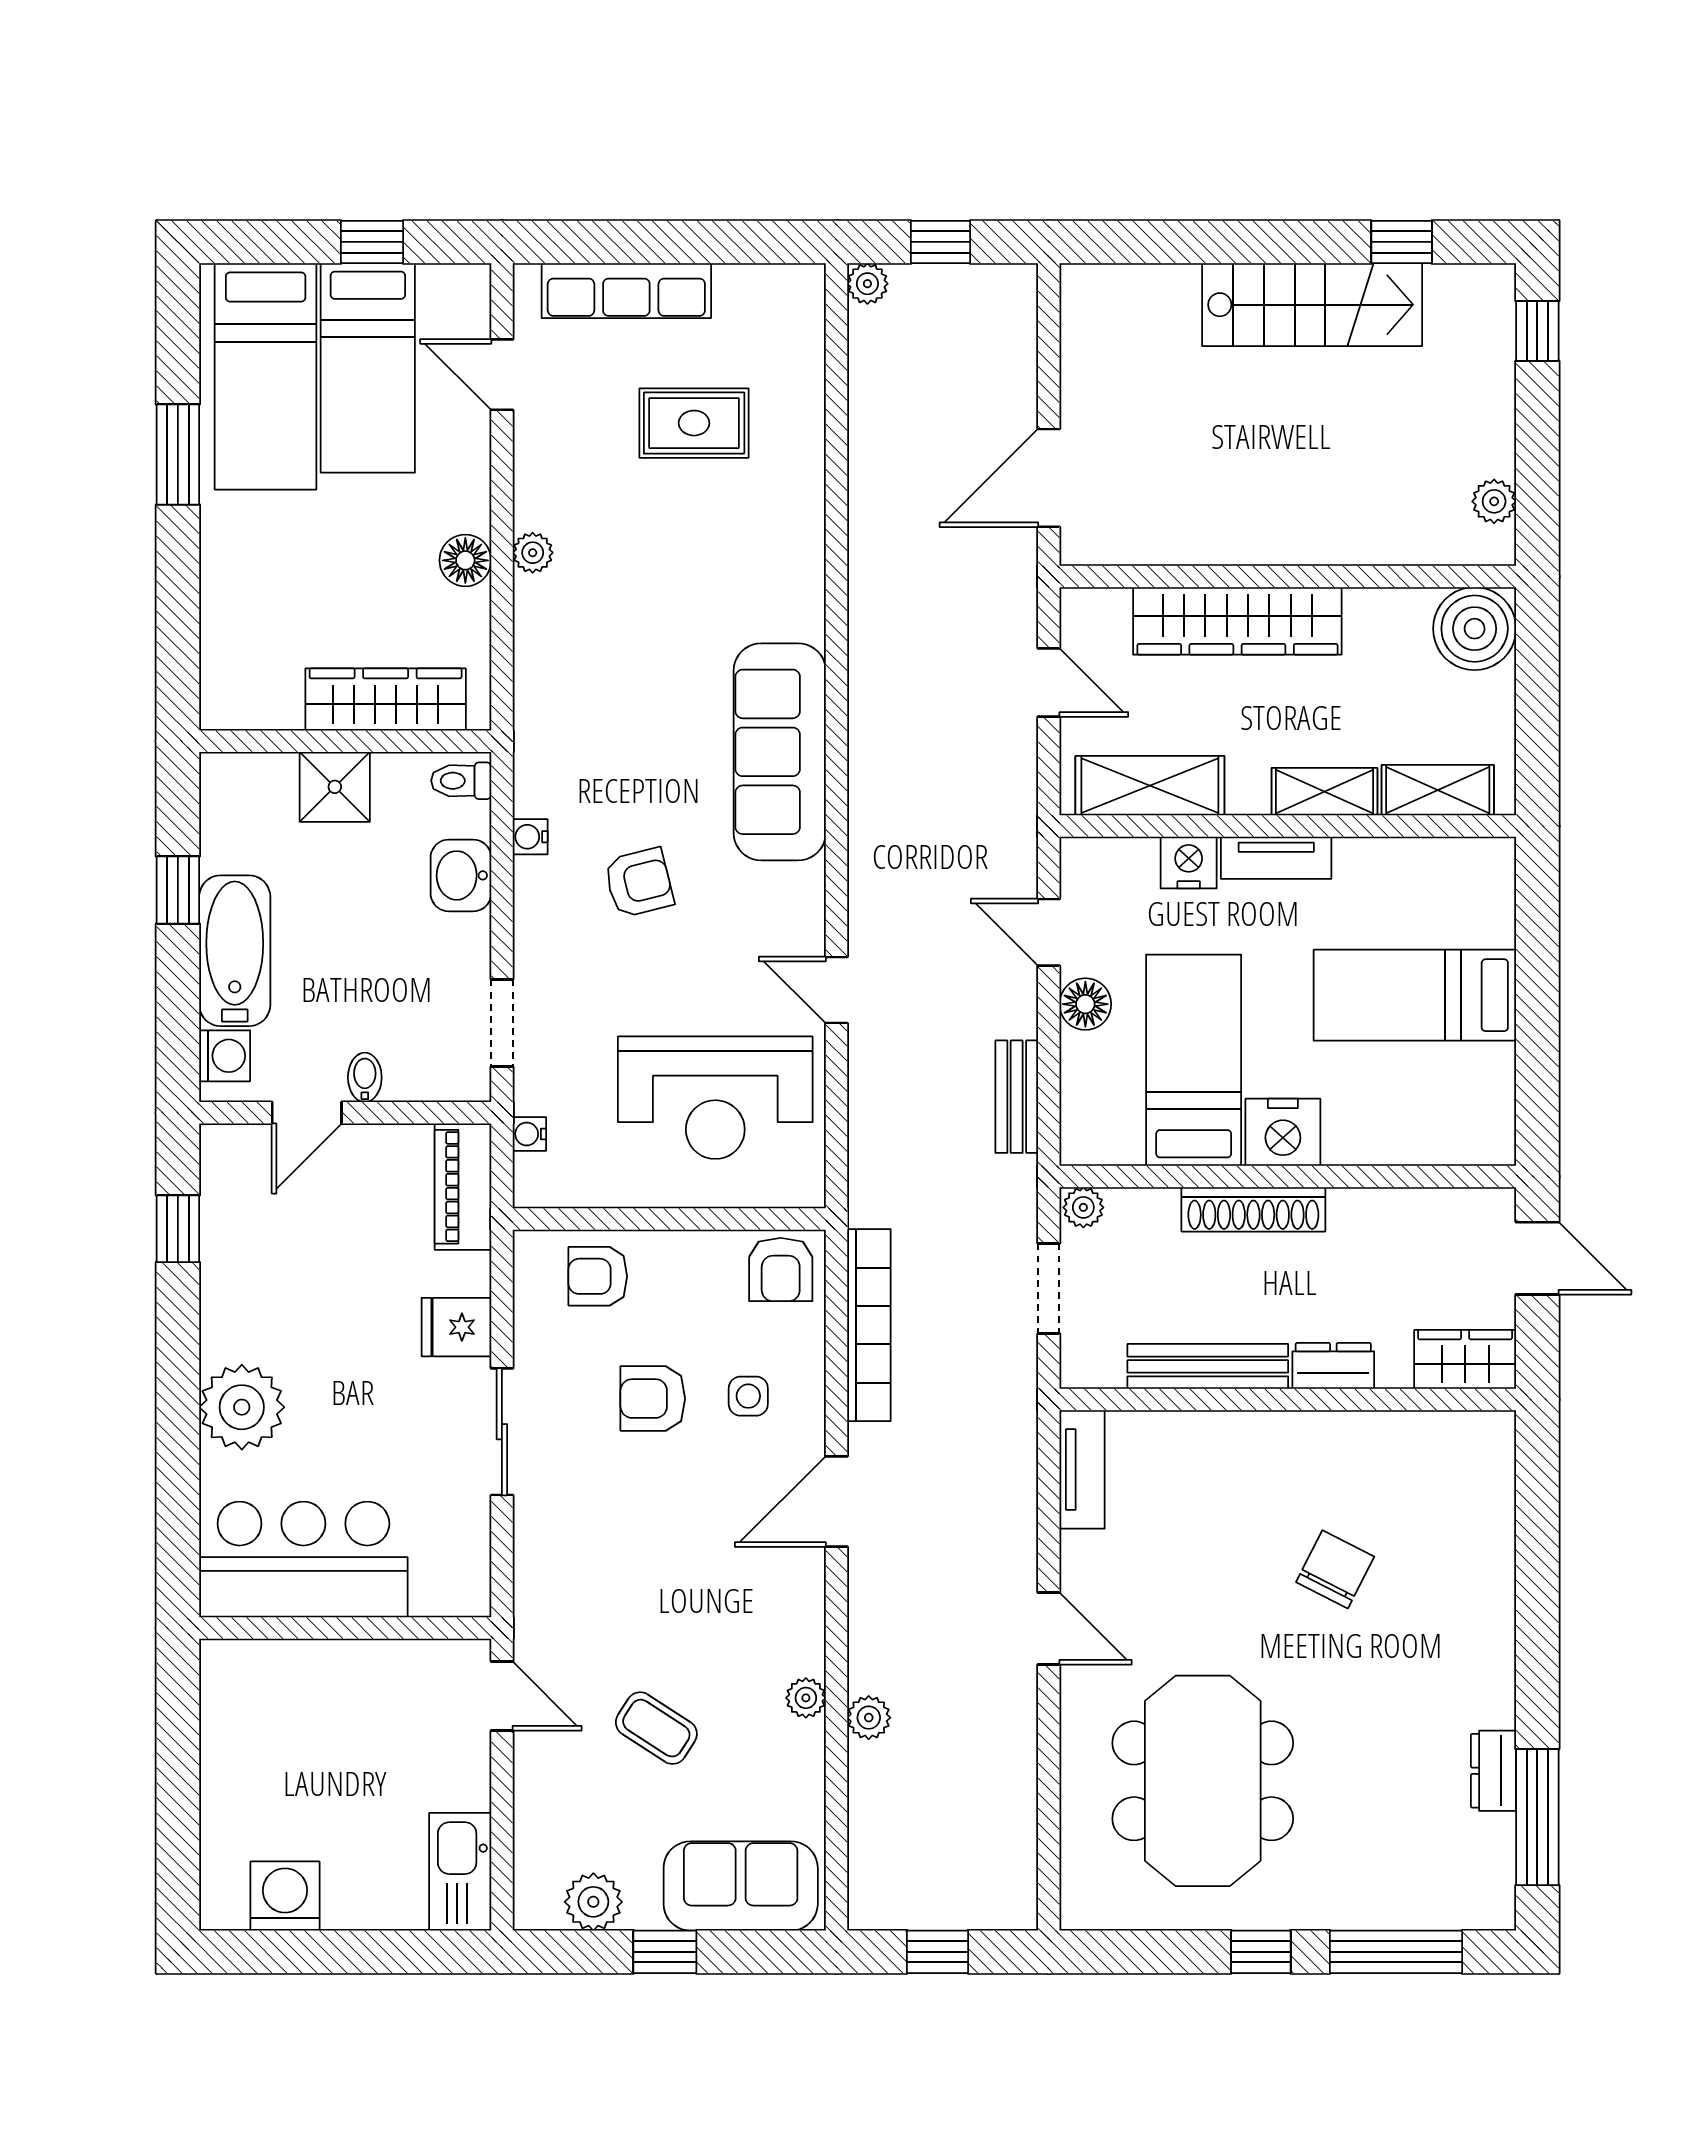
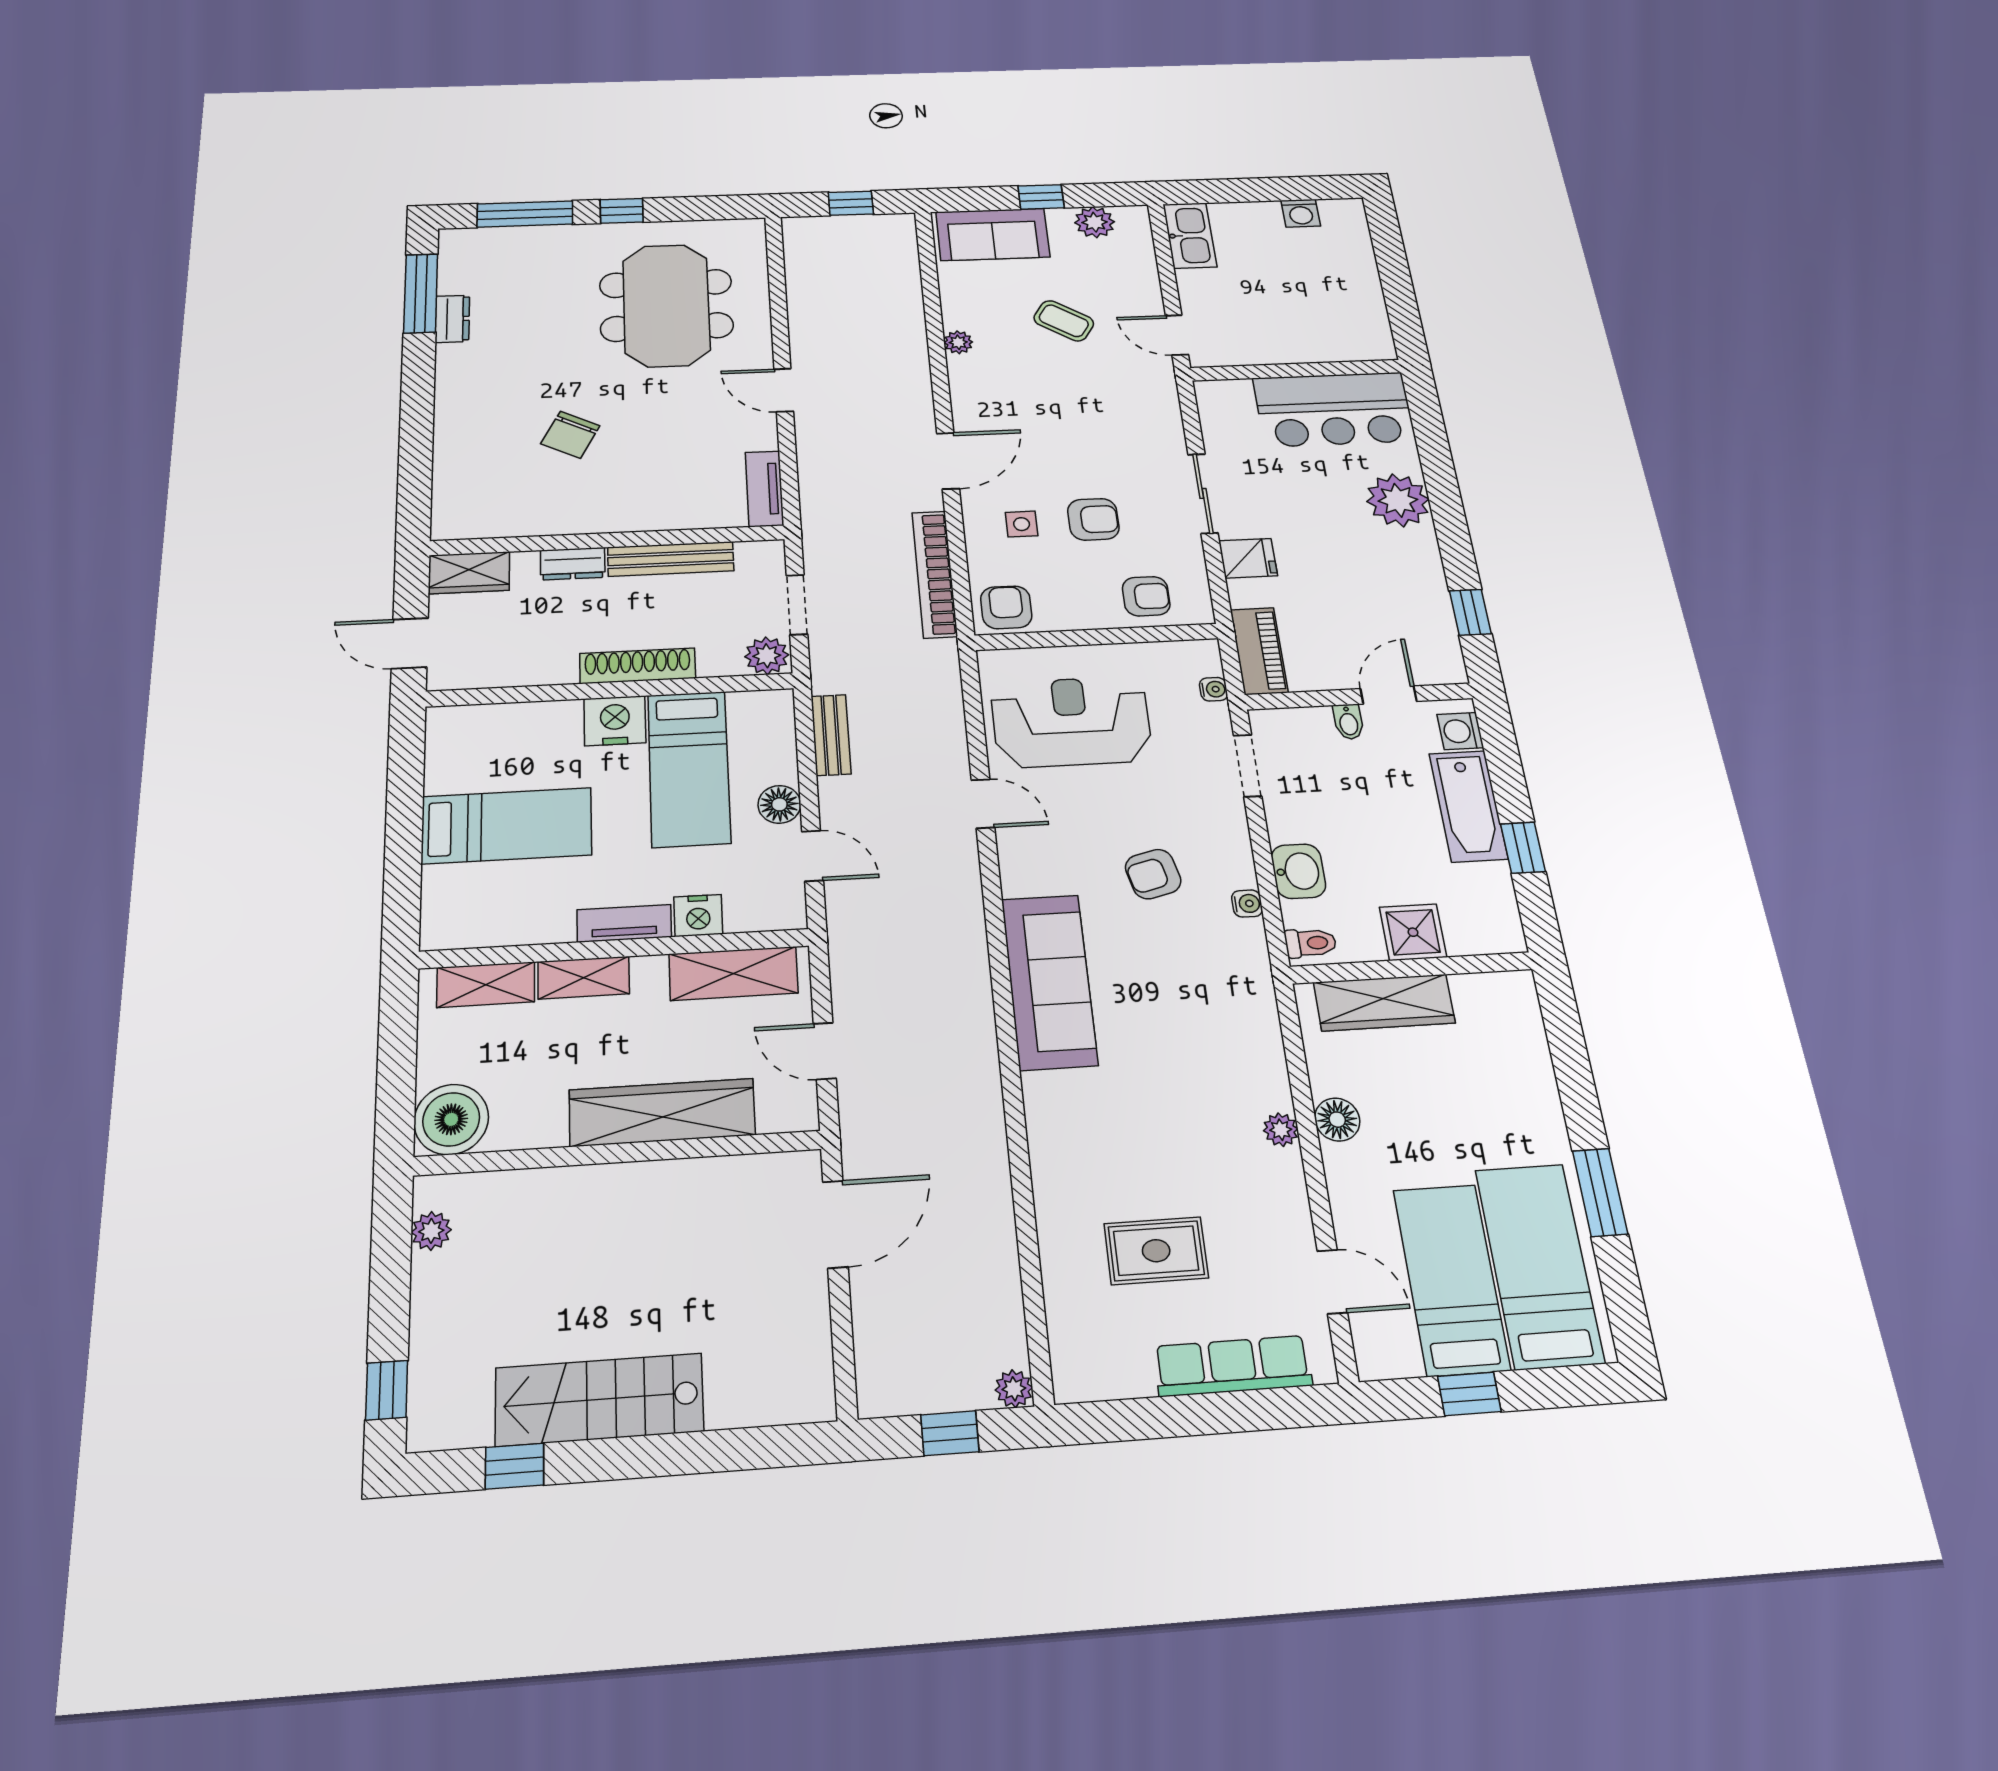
plant: (1083, 1207) -> (767, 656), width x1.38, depth x1.38
plant: (869, 1718) -> (912, 333), removed
washing machine: (285, 1896) -> (1301, 213), width x0.73, depth x0.73

